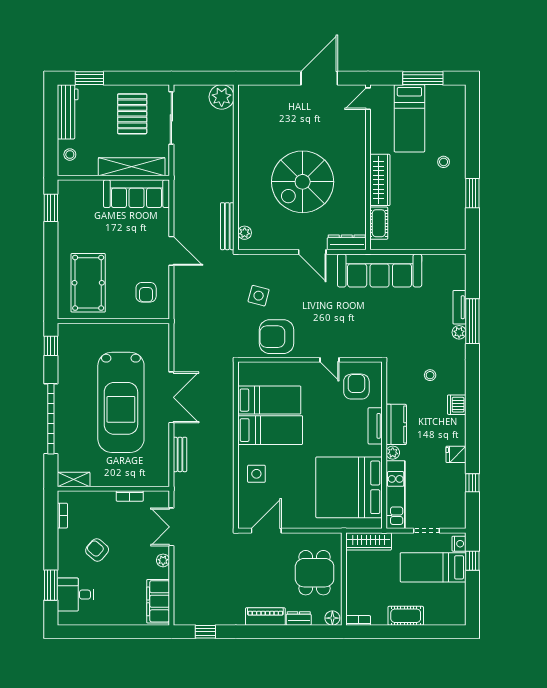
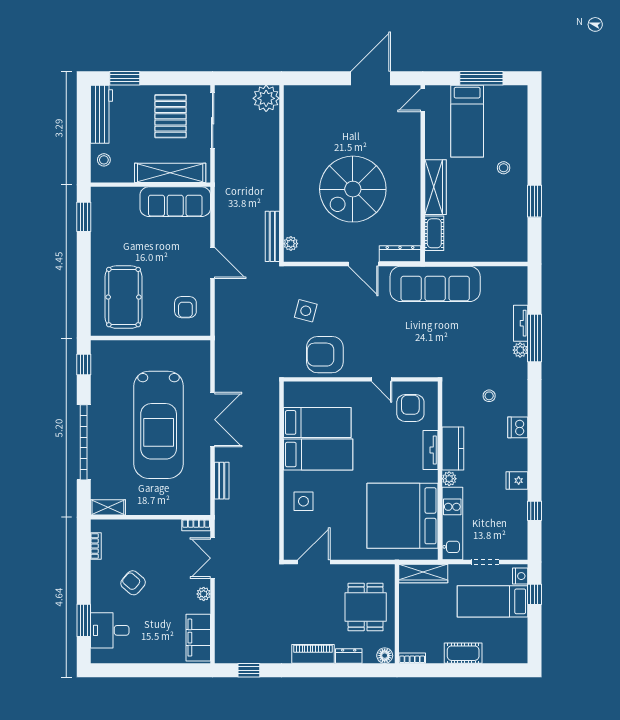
bookcase: (130, 496) -> (196, 525), moved

